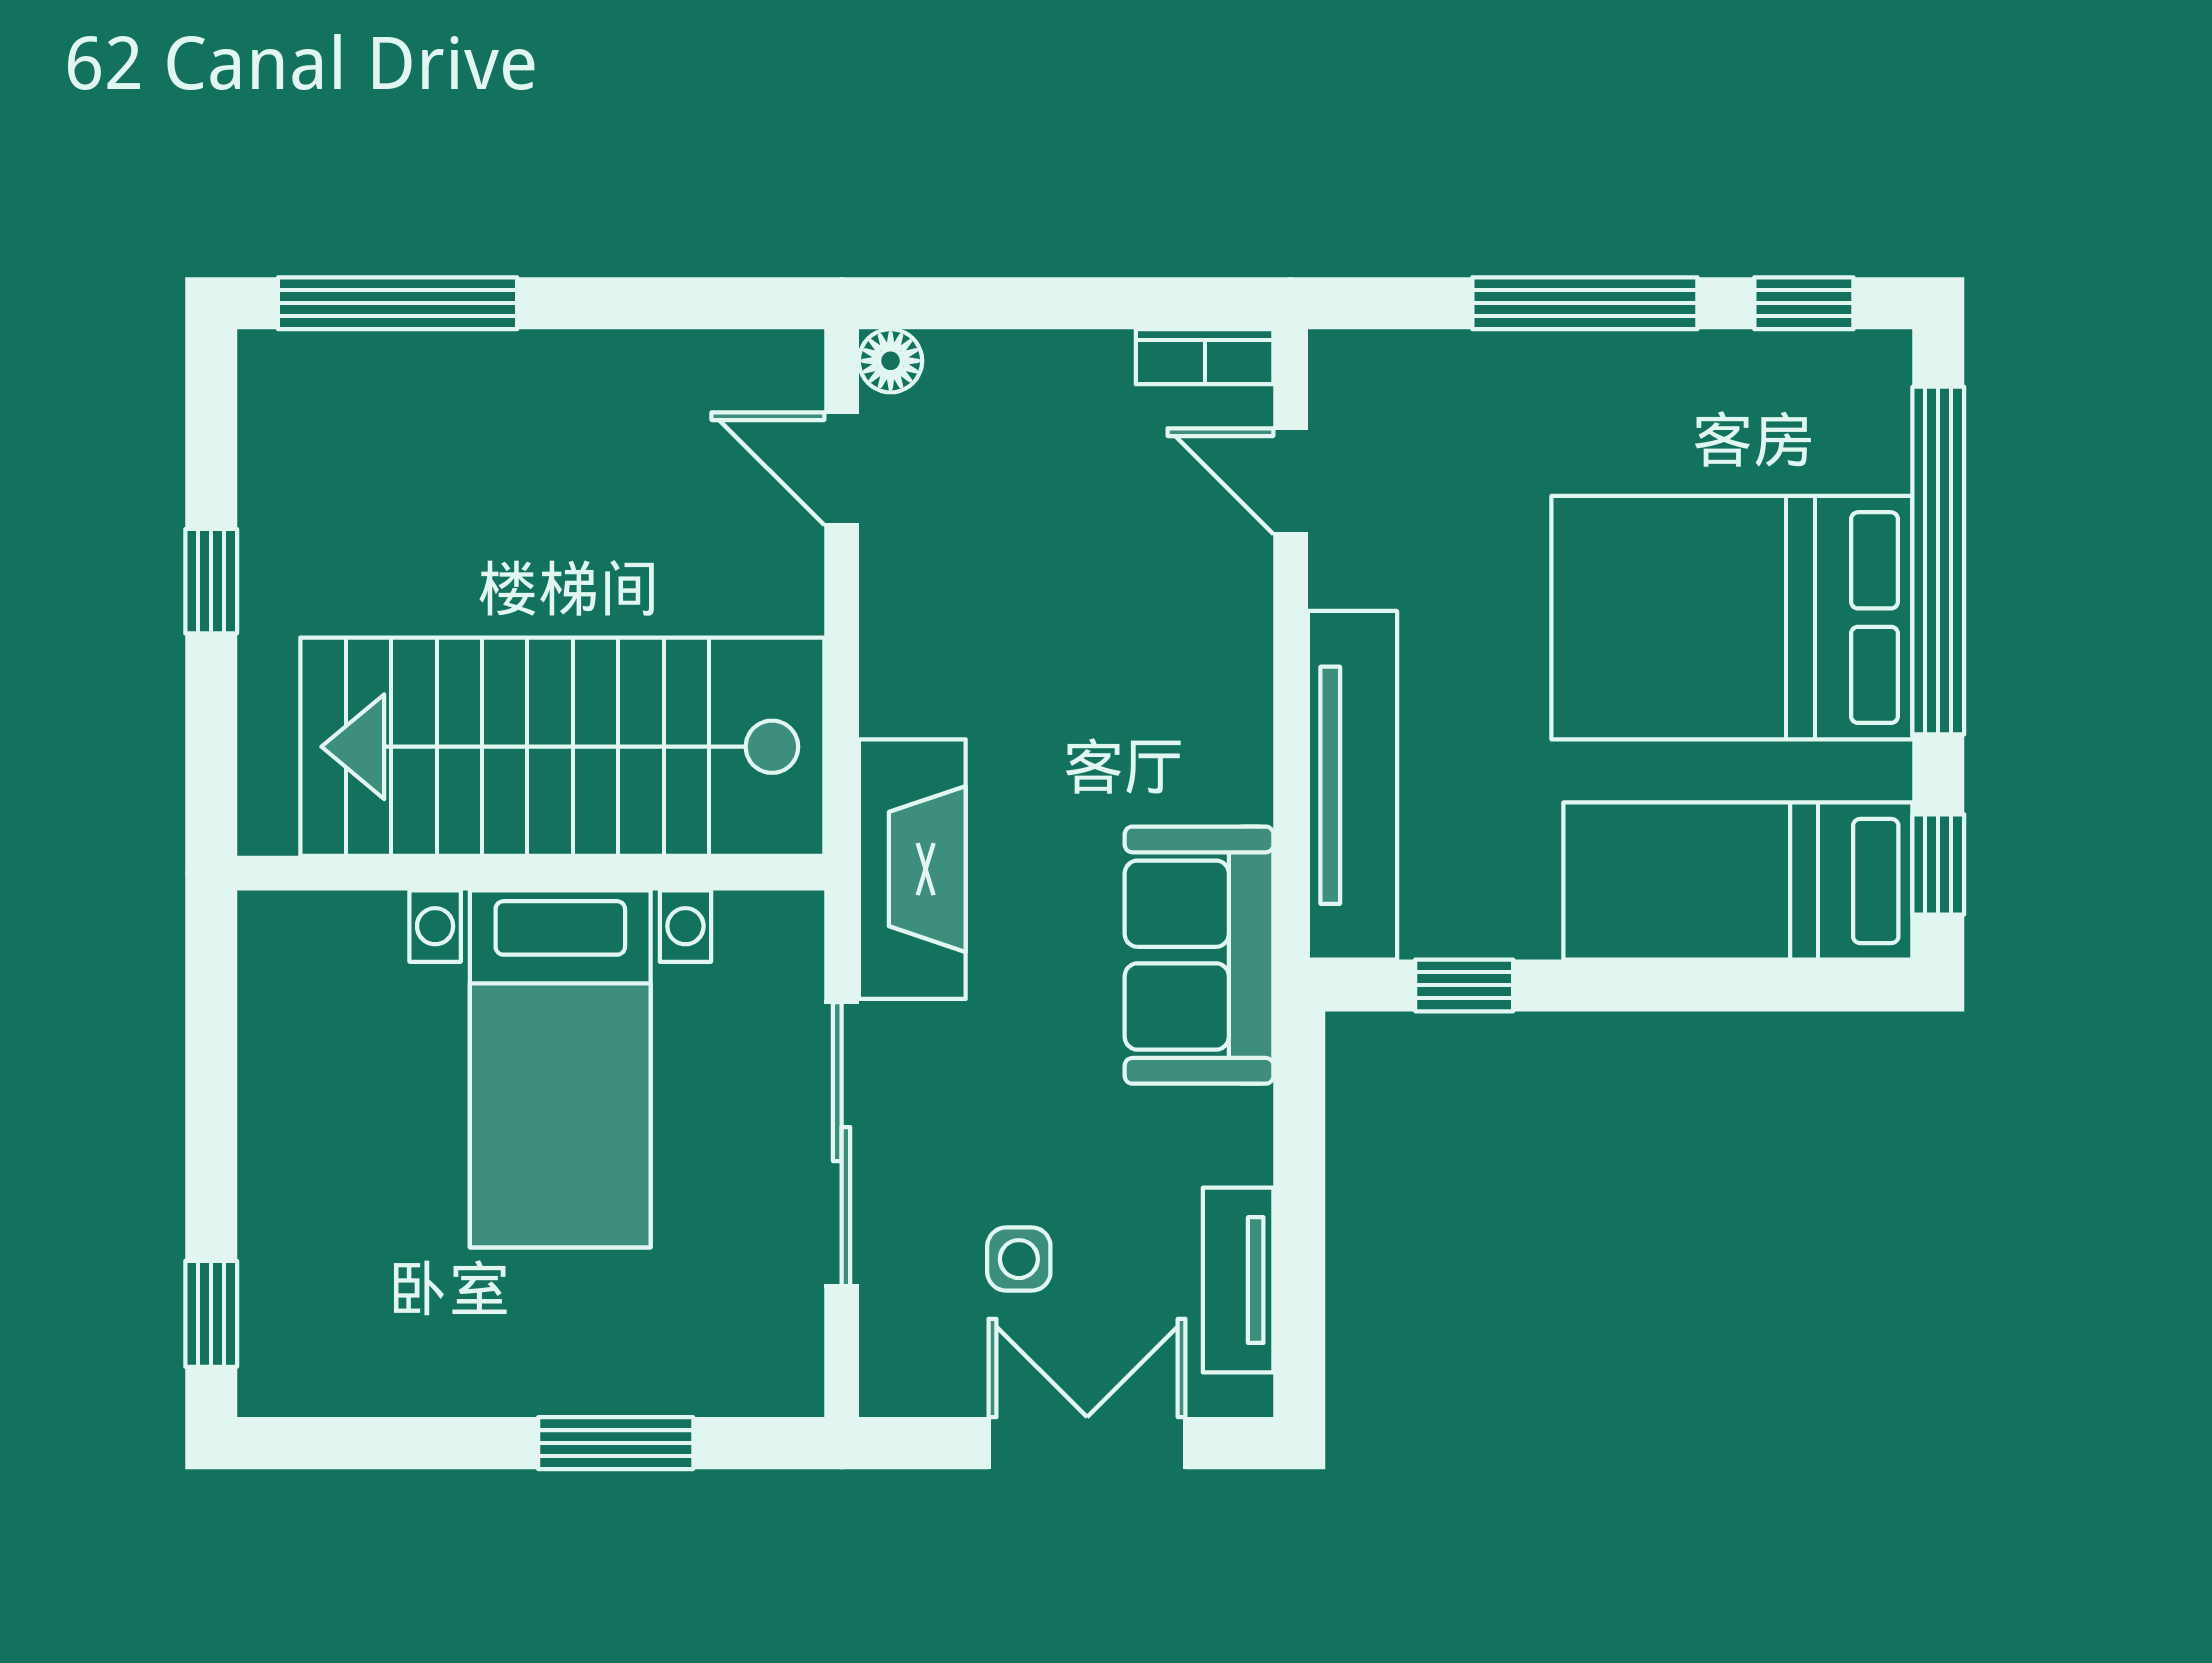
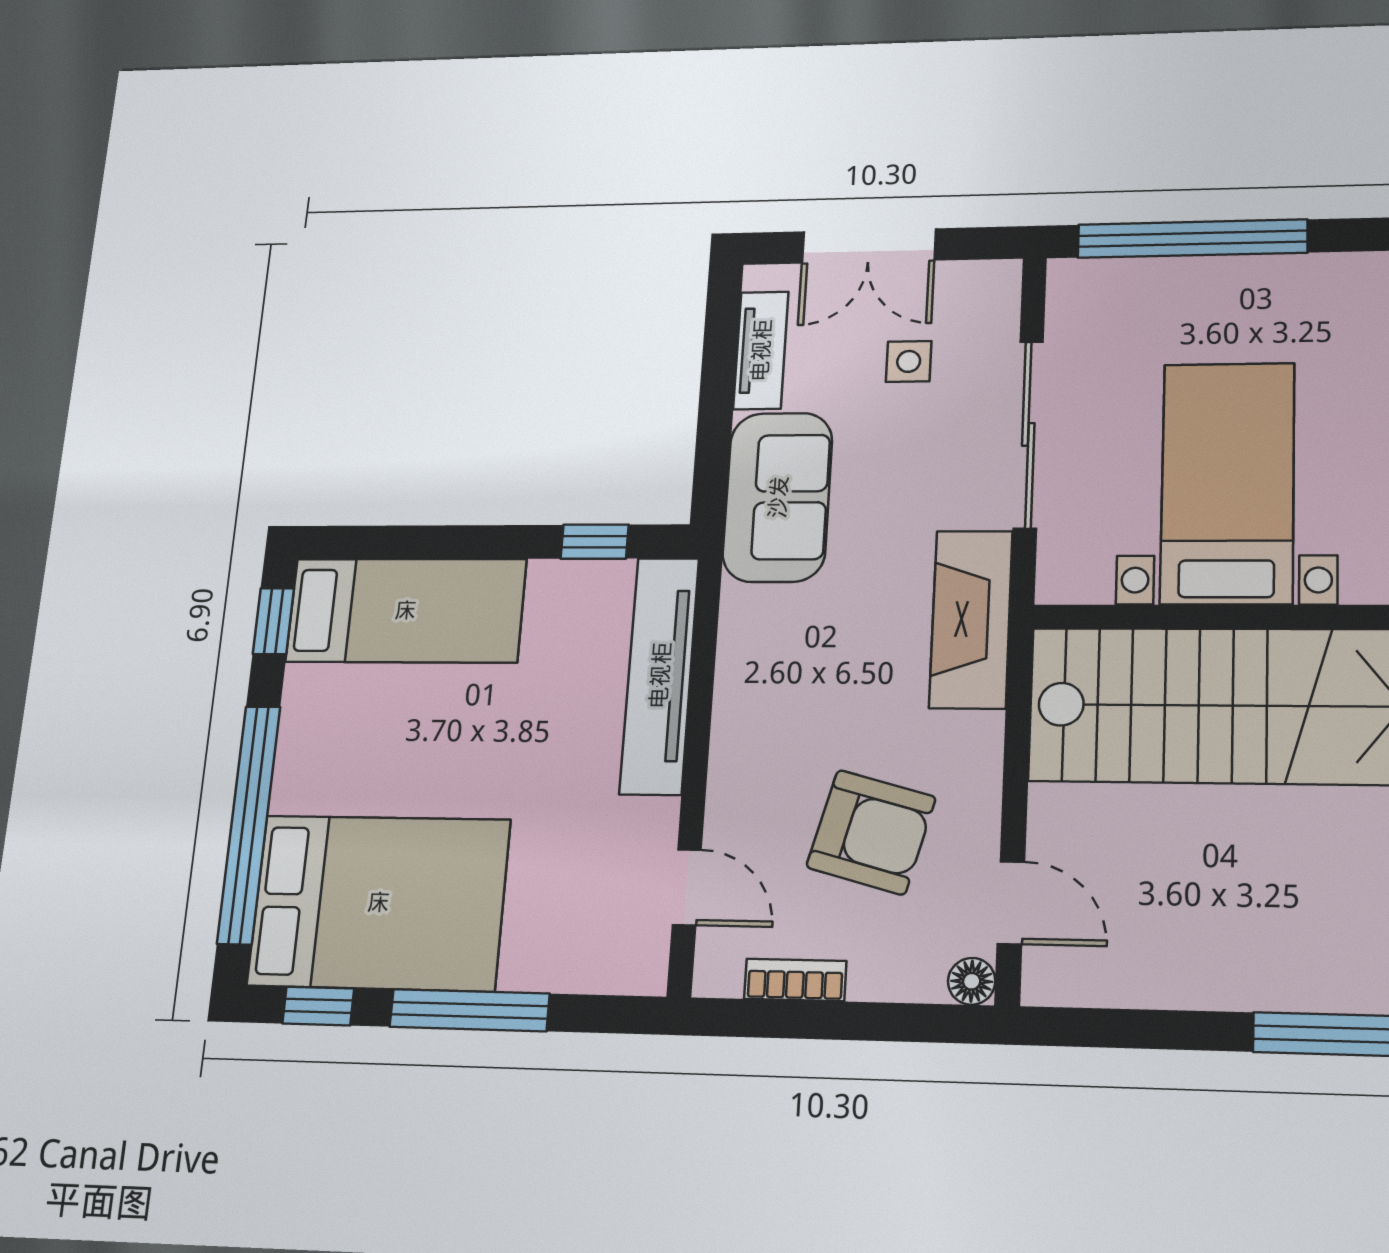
bookcase: (1205, 357) -> (795, 980), moved
armchair: (1038, 563) -> (871, 832), added
bed: (1732, 618) -> (379, 902), moved
sofa: (1199, 955) -> (778, 497), moved
window: (616, 1443) -> (1192, 239), width x2.11

